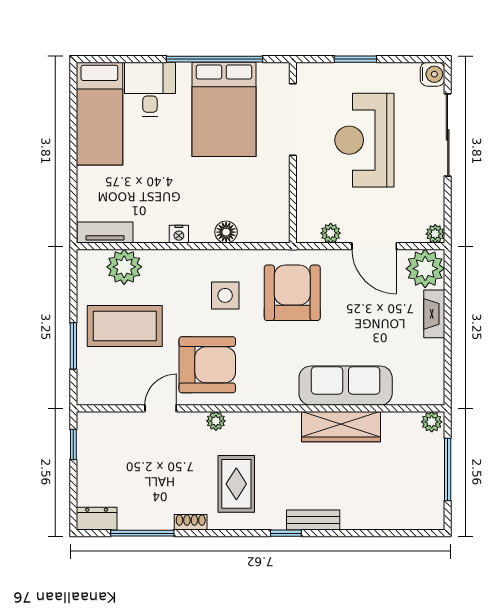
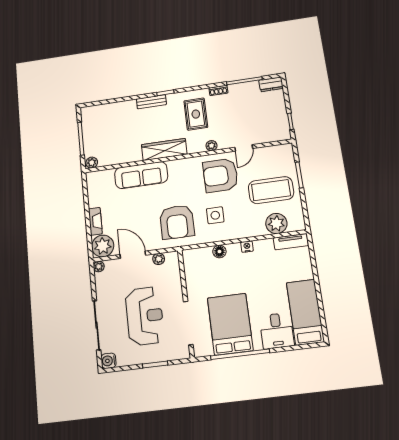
wardrobe: (341, 427) -> (164, 149), moved

